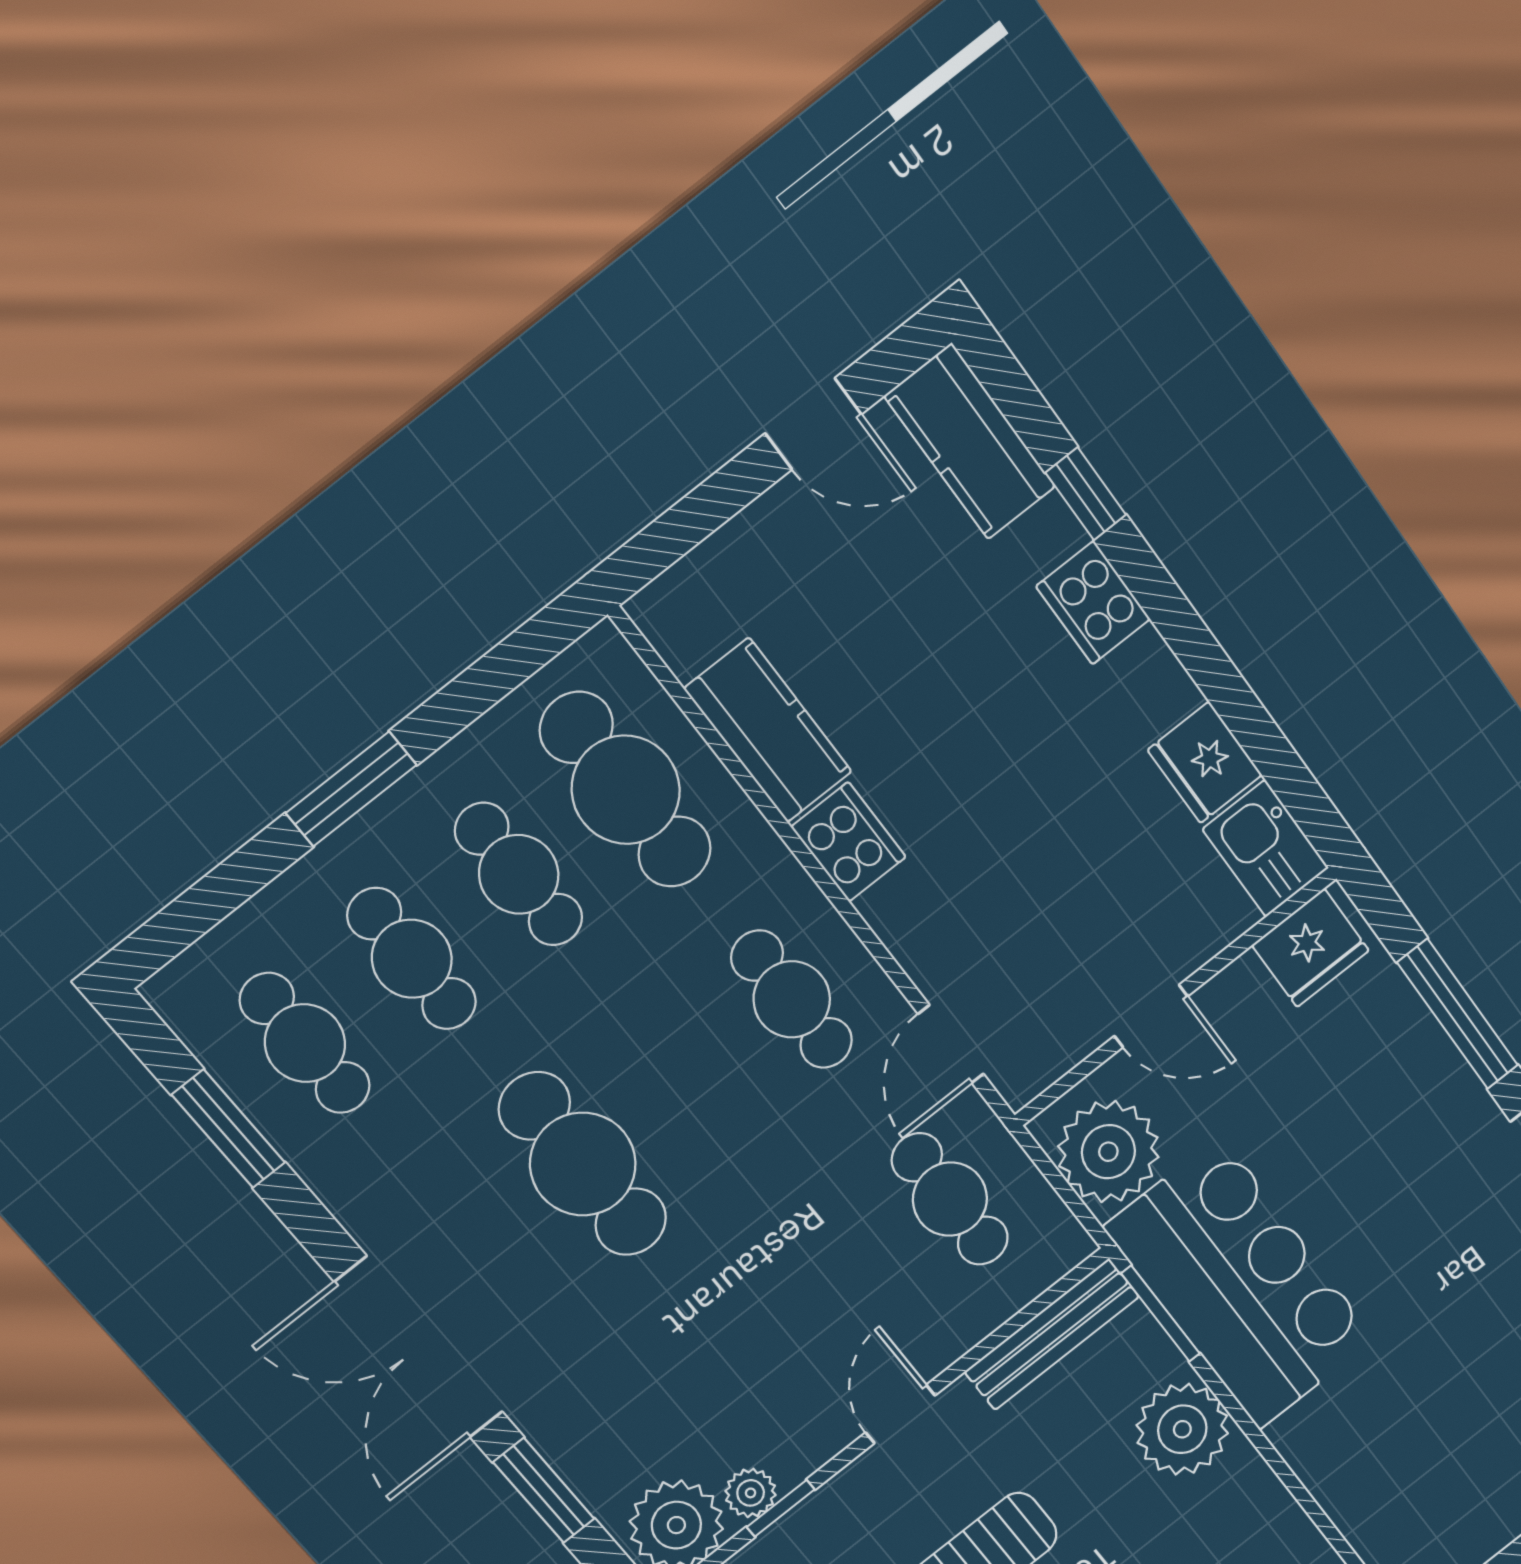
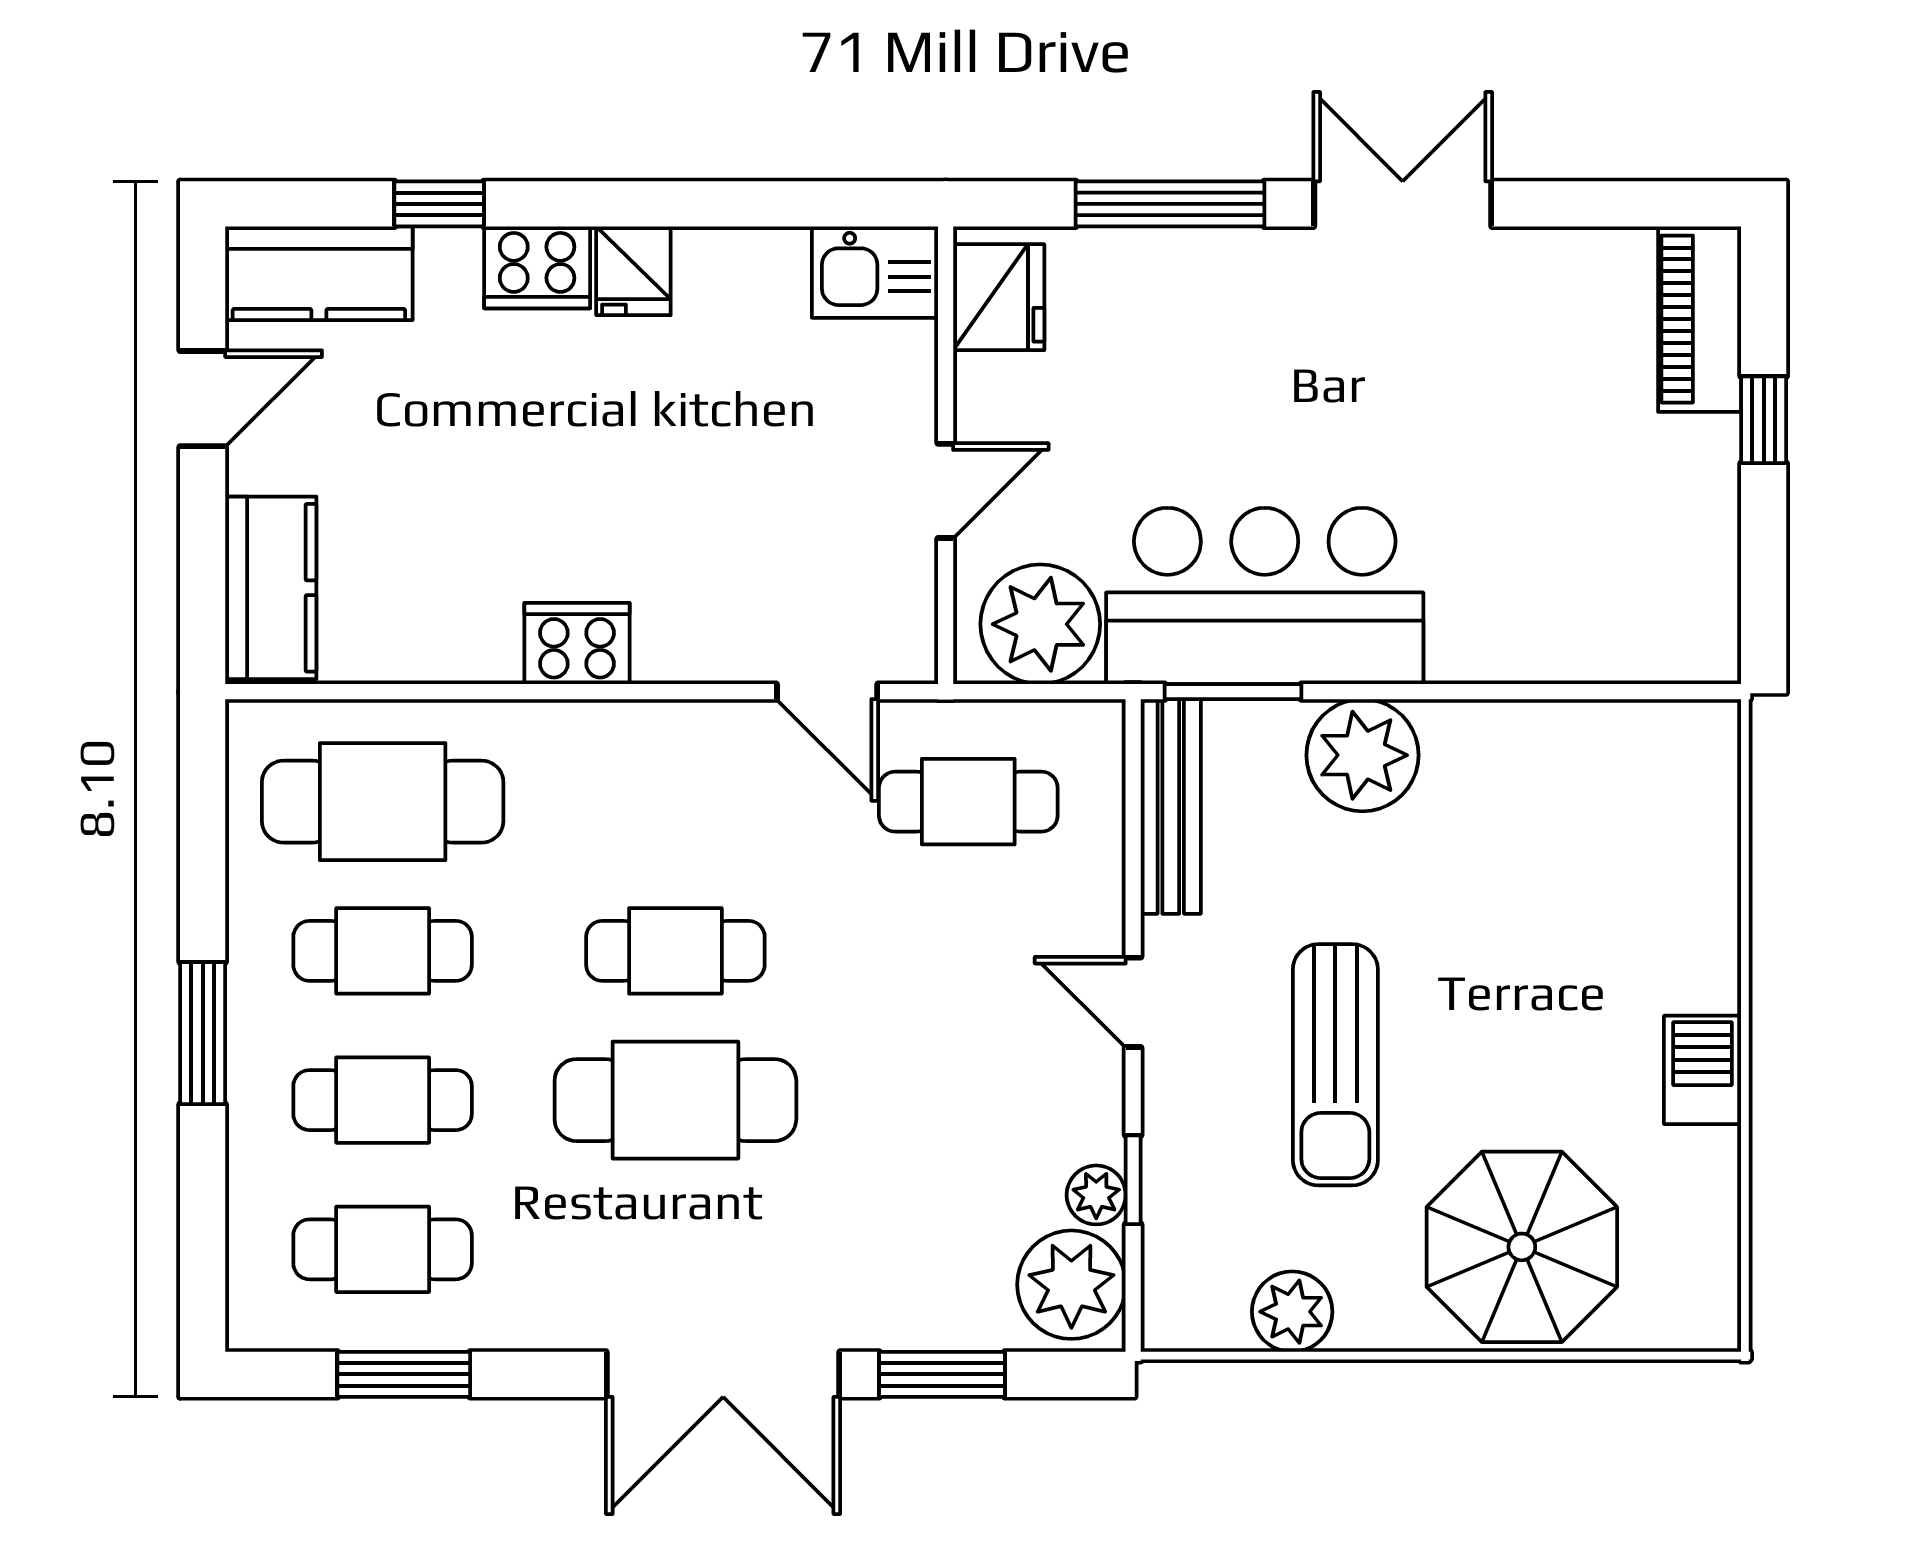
kitchen counter: (768, 730) -> (271, 588), moved, turned 90
fridge: (1205, 762) -> (633, 271), moved, width x0.72
cafe table: (792, 999) -> (675, 951), moved

